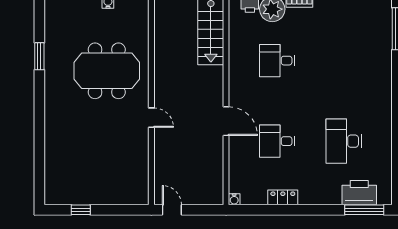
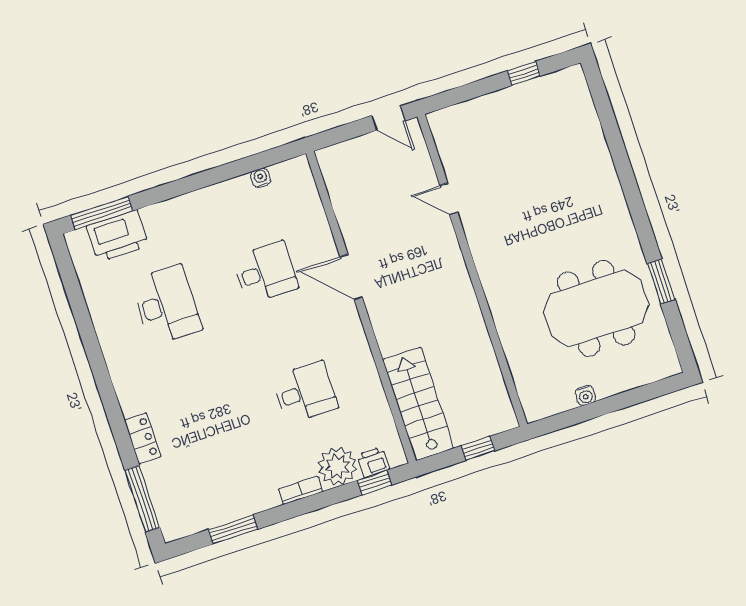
meeting table: (107, 71) -> (596, 308), moved
door: (151, 118) -> (449, 199), moved
locker: (283, 197) -> (142, 438), moved, turned -90
water cooler: (234, 199) -> (261, 178), moved

